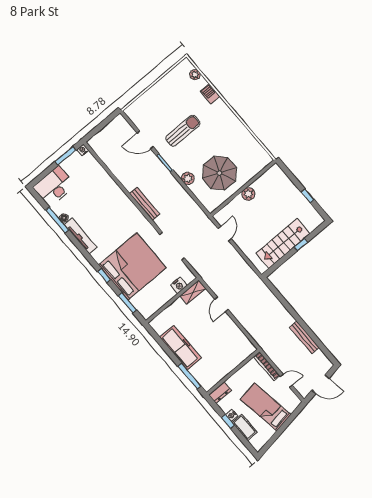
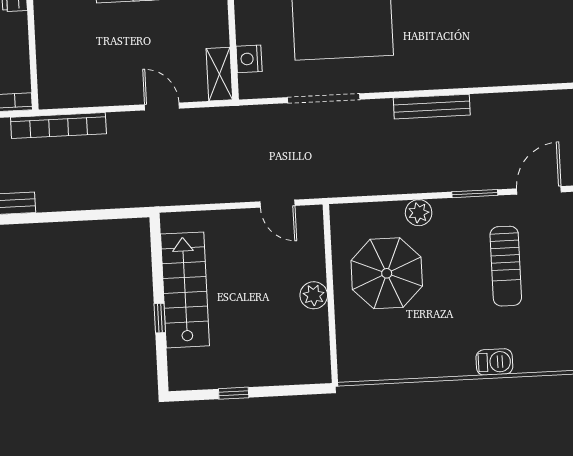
barbecue: (210, 94) -> (494, 362), moved
bookcase: (258, 337) -> (58, 126), added

